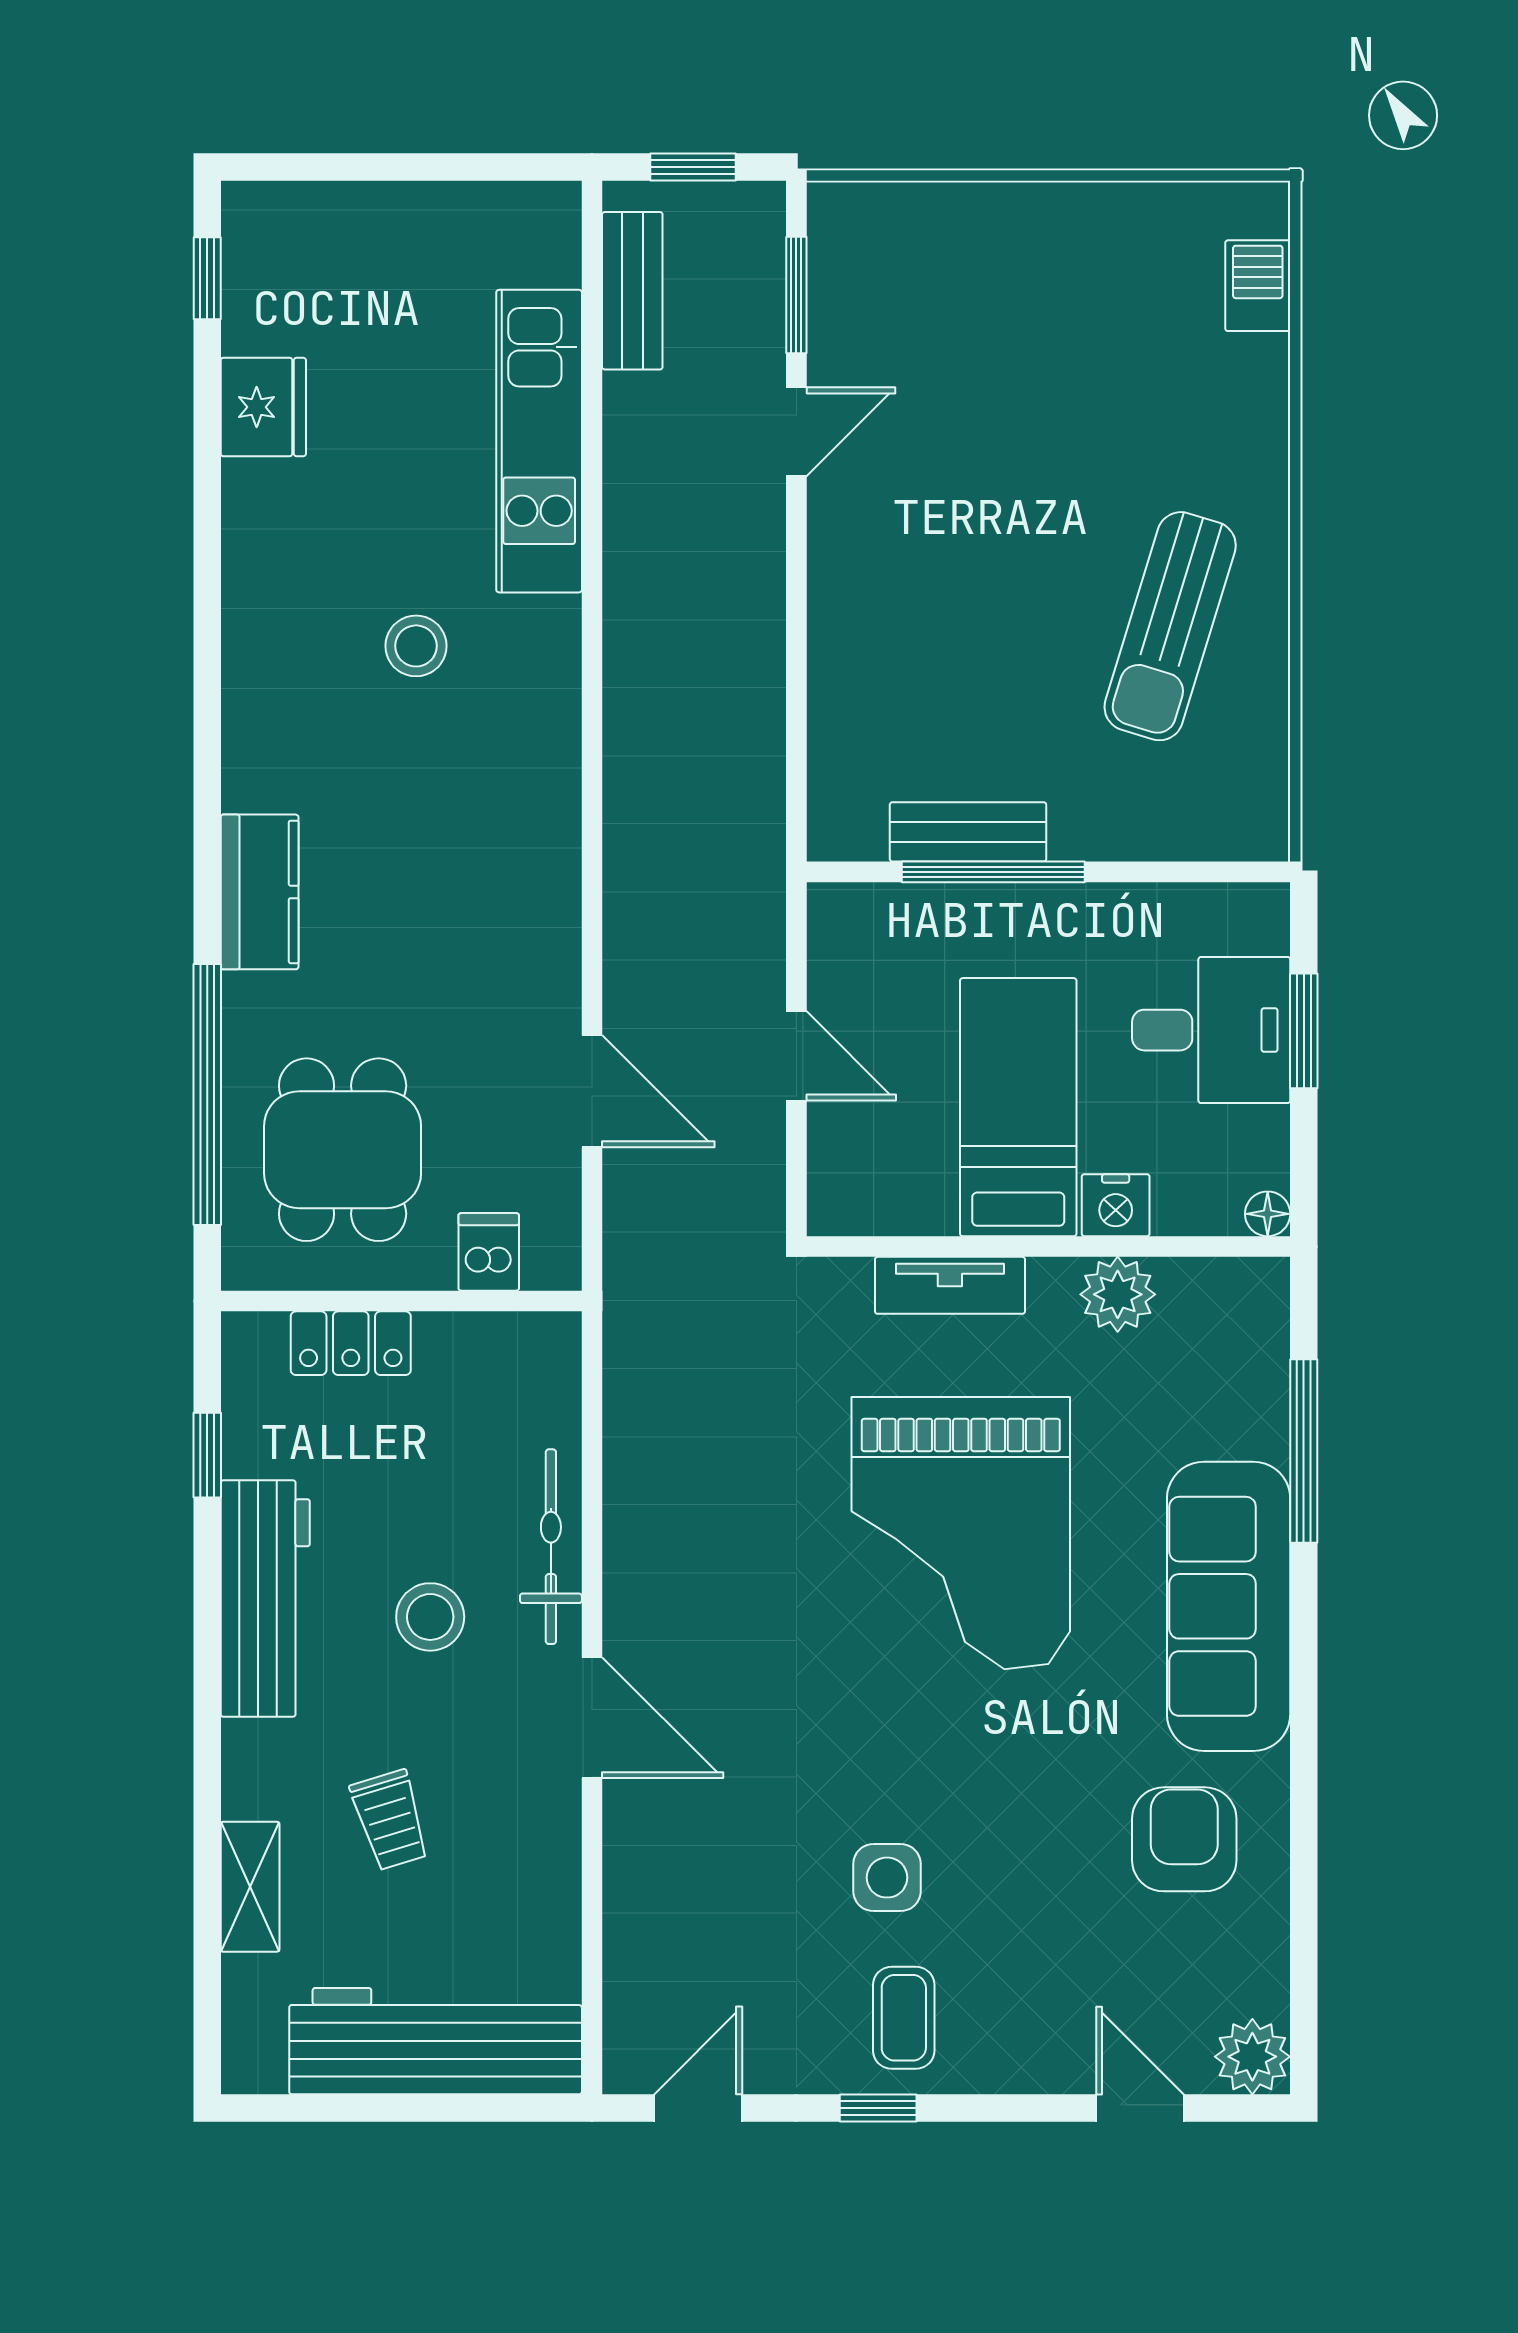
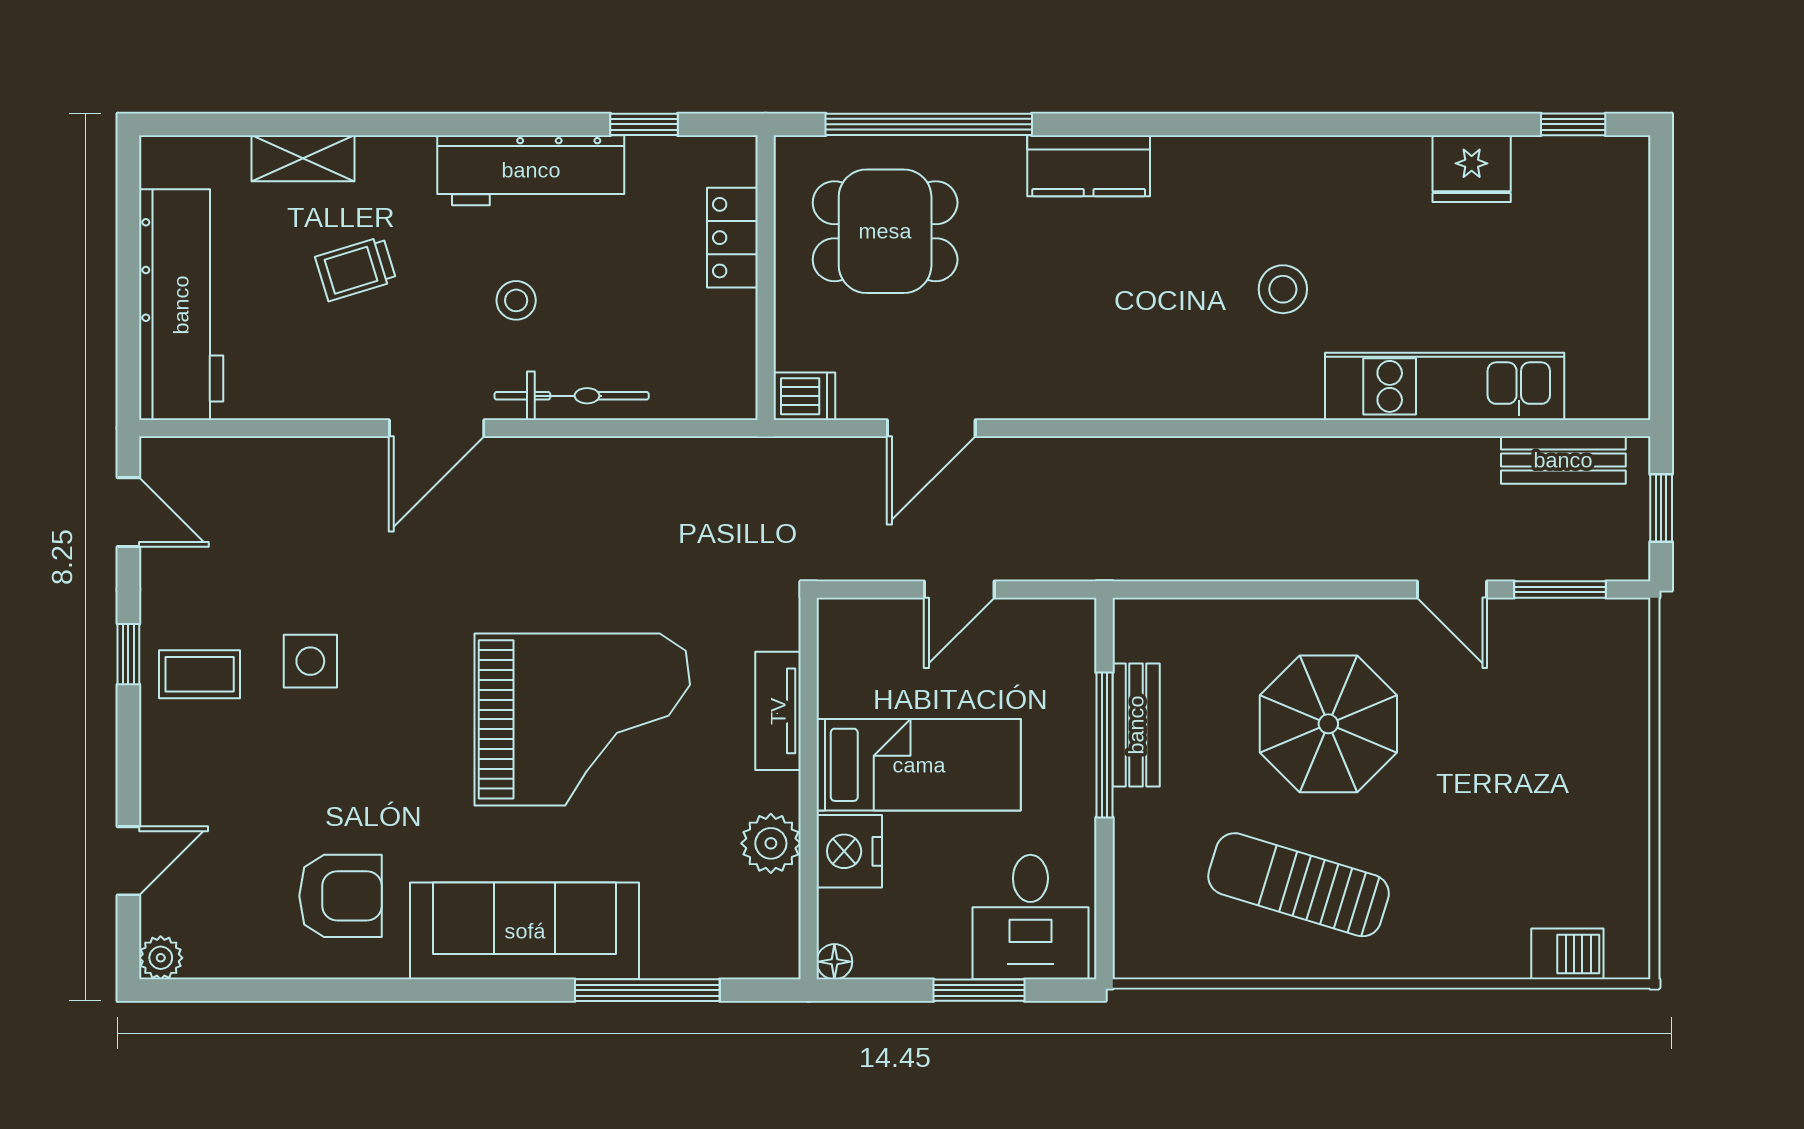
parasol: (966, 588) -> (1328, 724), added
desk: (1211, 1030) -> (1030, 917), moved
nightstand: (1116, 1205) -> (849, 851), width x1.36, depth x1.33
dishwasher: (489, 1252) -> (804, 396), moved
grand piano: (961, 1533) -> (582, 719), turned 180
stool: (430, 1617) -> (516, 300), width x0.73, depth x0.73
plant: (1252, 2057) -> (161, 958), width x0.73, depth x0.73

